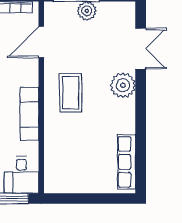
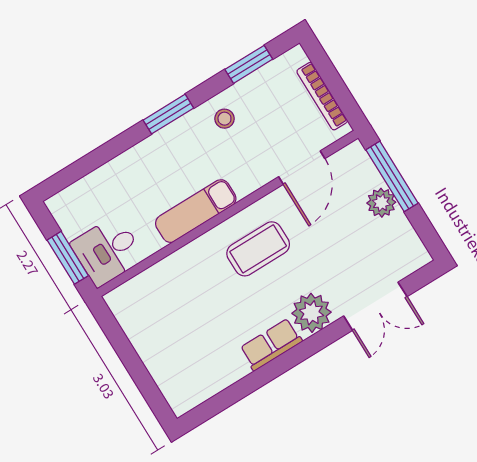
door: (41, 42) -> (302, 168), swing flipped
row of seats: (127, 162) -> (271, 345), moved, width x0.68

